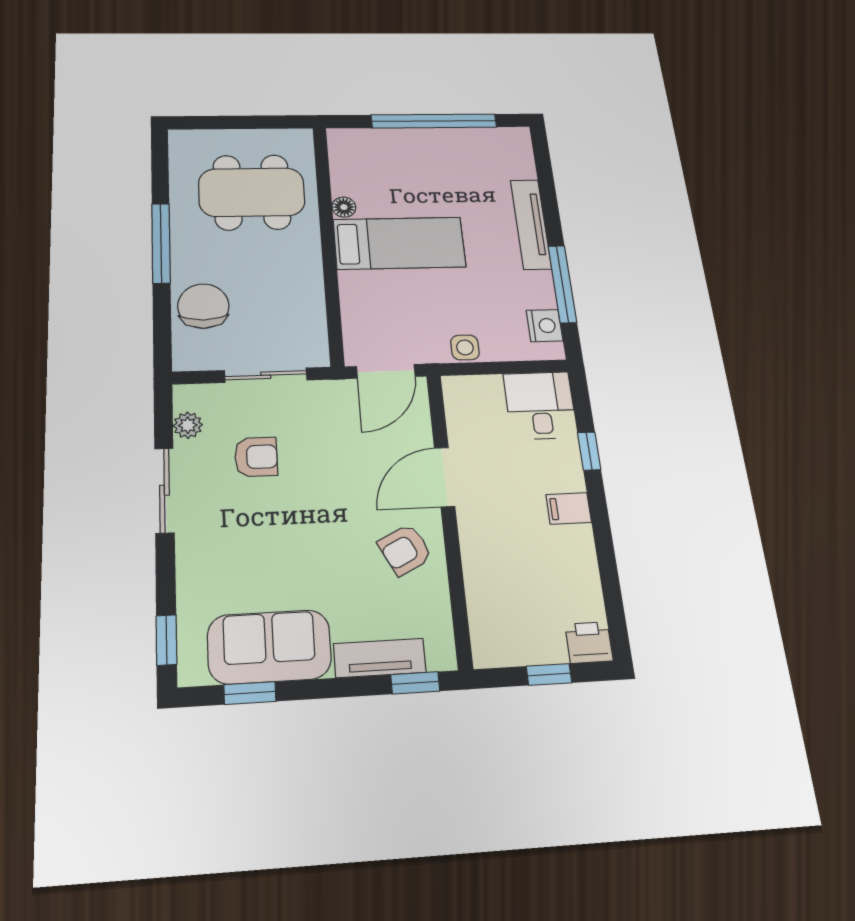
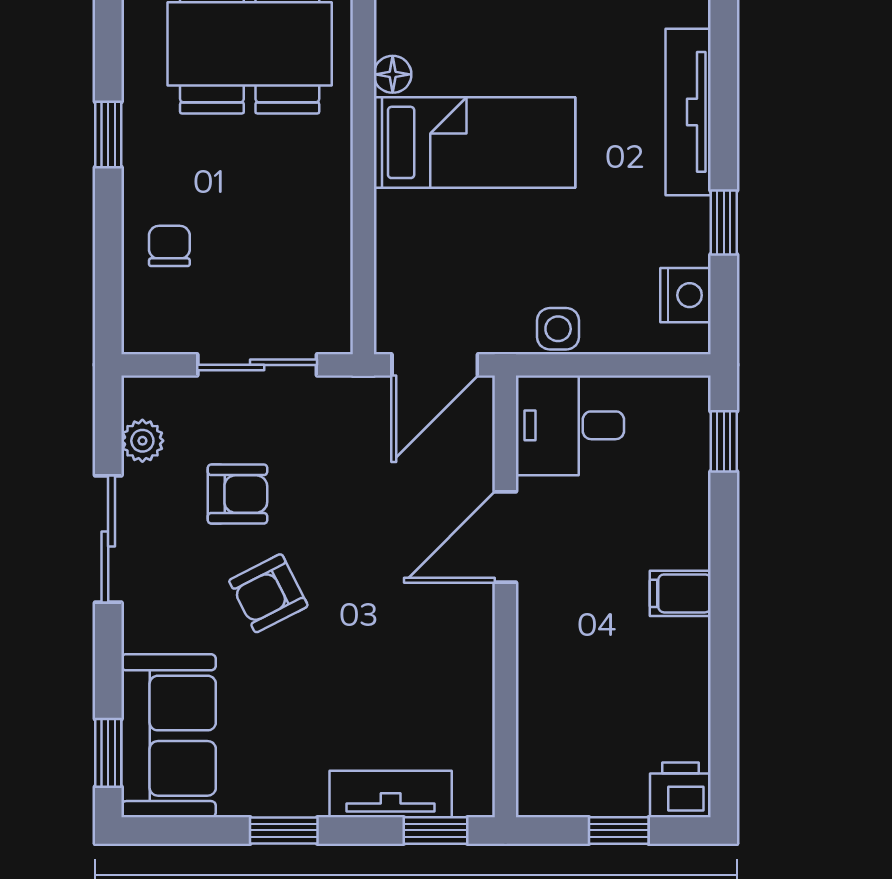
window: (161, 243) -> (108, 134), width x0.46
window: (562, 284) -> (724, 222), width x0.46
chair: (203, 306) -> (169, 246), width x0.54, depth x0.54
desk: (540, 405) -> (570, 425), moved, turned -90
window: (589, 451) -> (724, 441), moved
armchair: (405, 550) -> (268, 593), moved
sofa: (269, 647) -> (169, 736), moved, turned 90
window: (250, 693) -> (284, 830), moved

